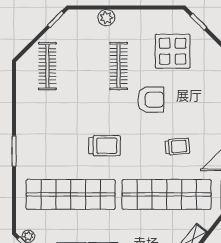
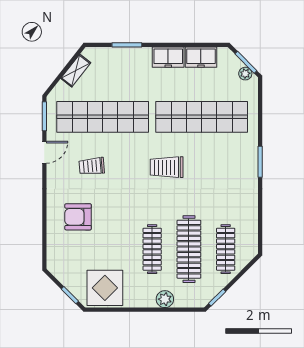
display table: (173, 51) -> (105, 288), moved
clothes rail: (83, 66) -> (189, 249), added
armchair: (151, 100) -> (78, 217), moved

